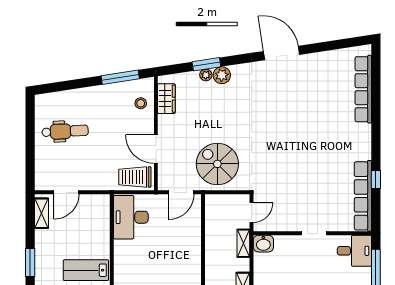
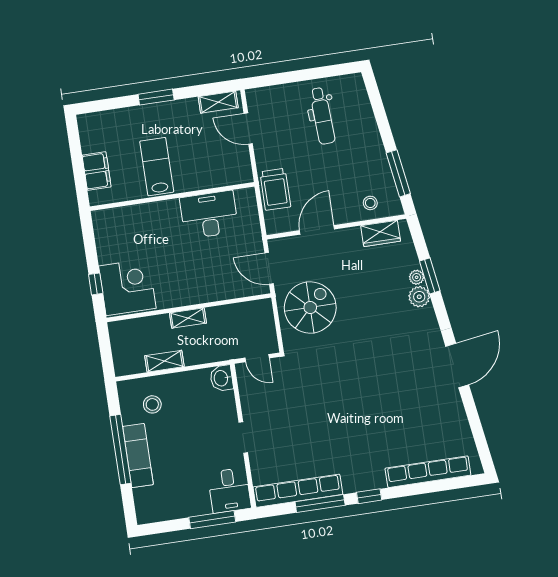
window: (376, 139) -> (369, 496), added
trolley: (135, 177) -> (275, 189), moved, turned 180
window: (376, 180) -> (320, 504), width x2.17
desk: (131, 217) -> (209, 215), moved
shelving: (243, 243) -> (188, 318), moved

